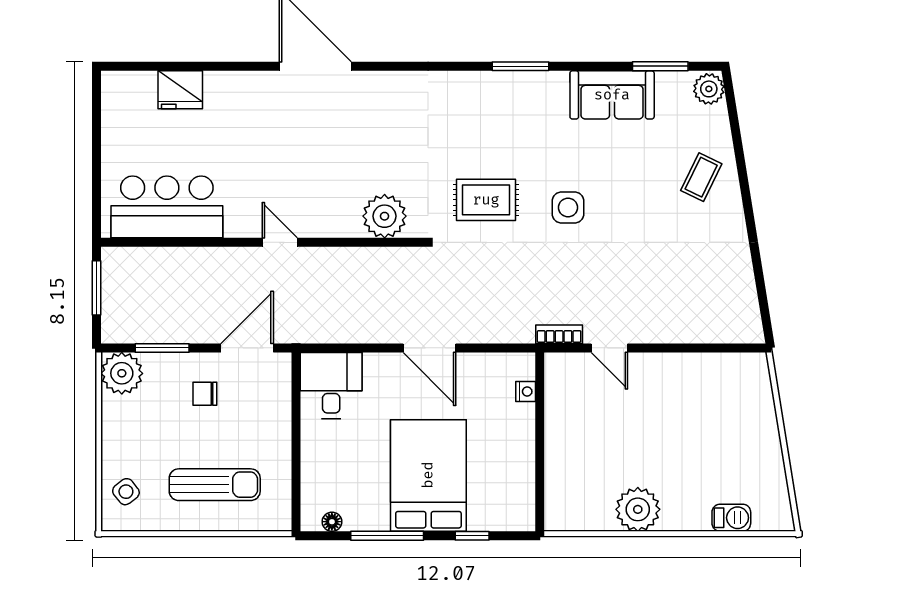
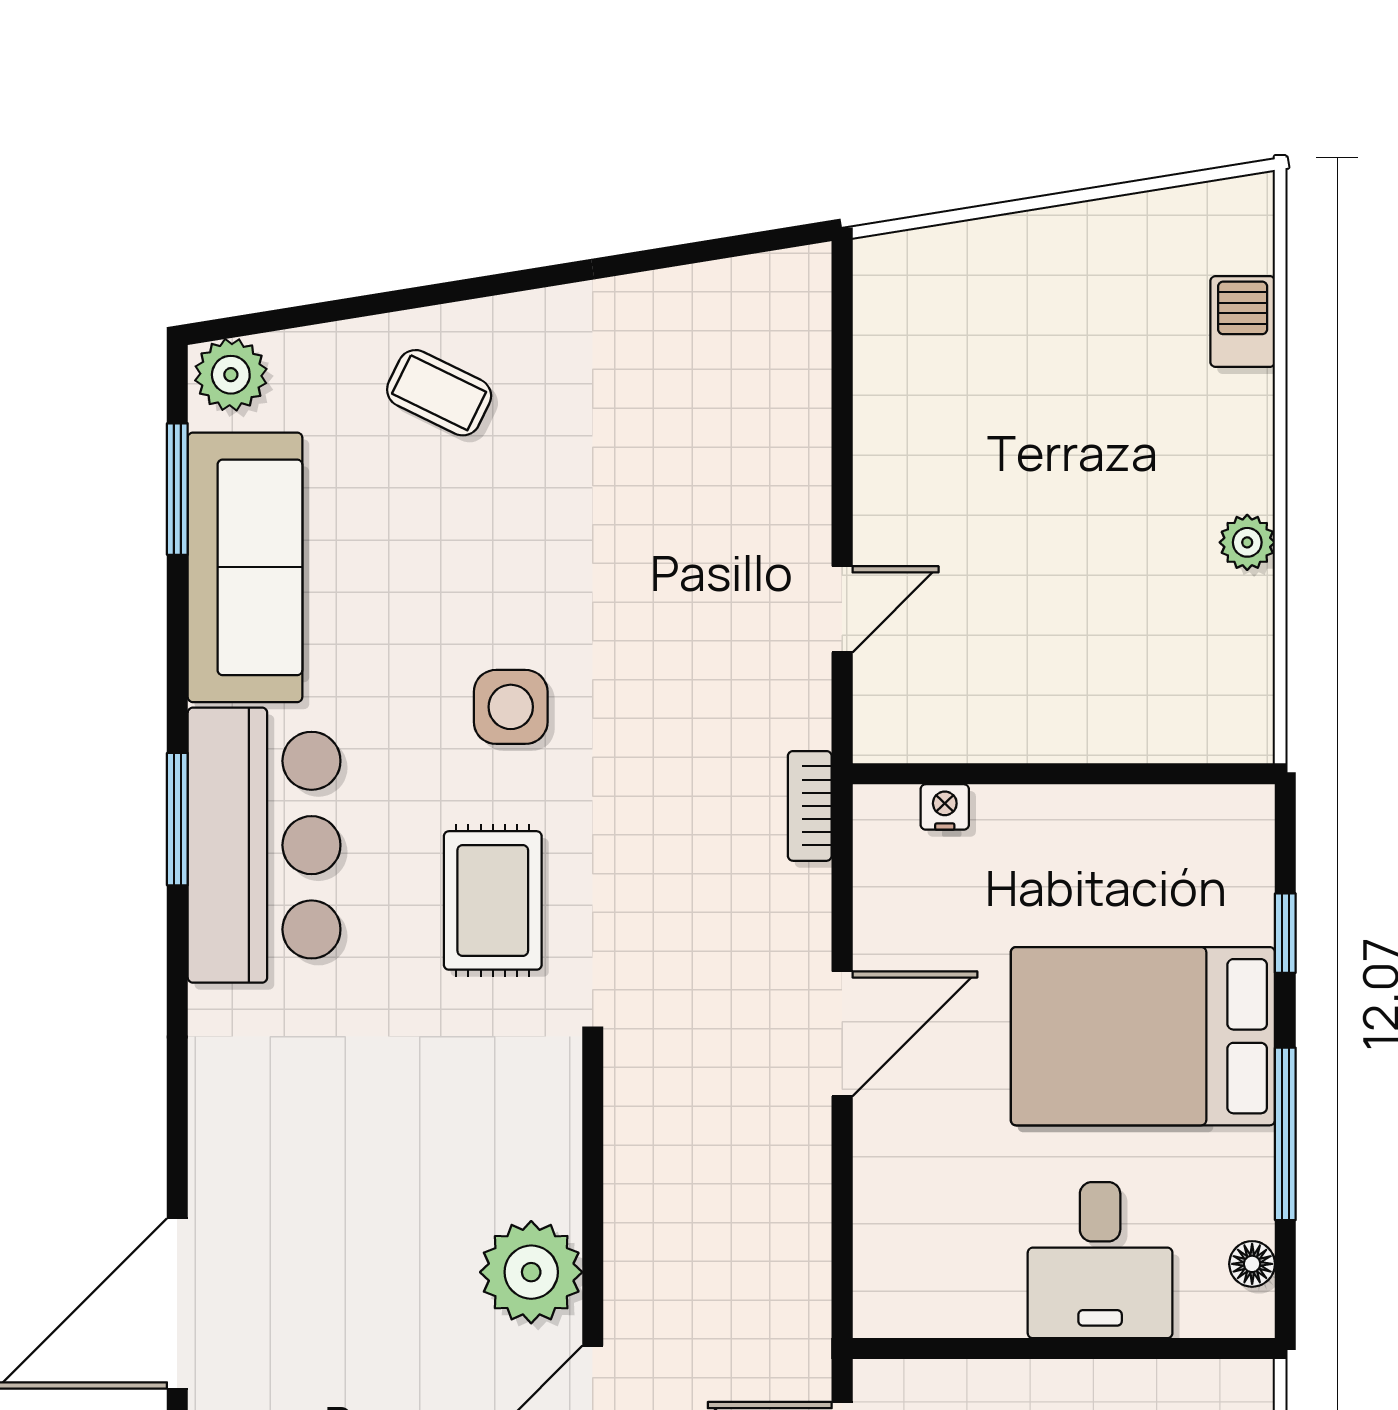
sofa: (612, 95) -> (245, 567), width x1.36
bar counter: (509, 103) -> (264, 845), added
plant: (385, 216) -> (531, 1272), moved
bookcase: (559, 334) -> (810, 806), moved
desk: (331, 385) -> (1100, 1260), moved, turned -90
plant: (638, 509) -> (1247, 542), width x0.53, depth x0.53

